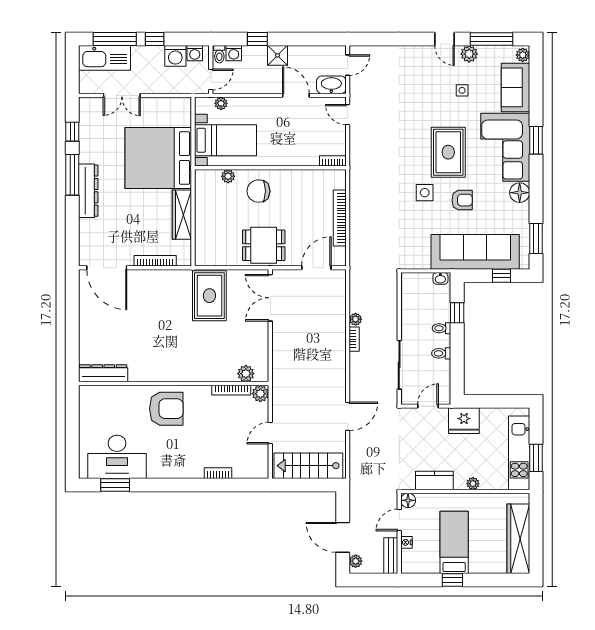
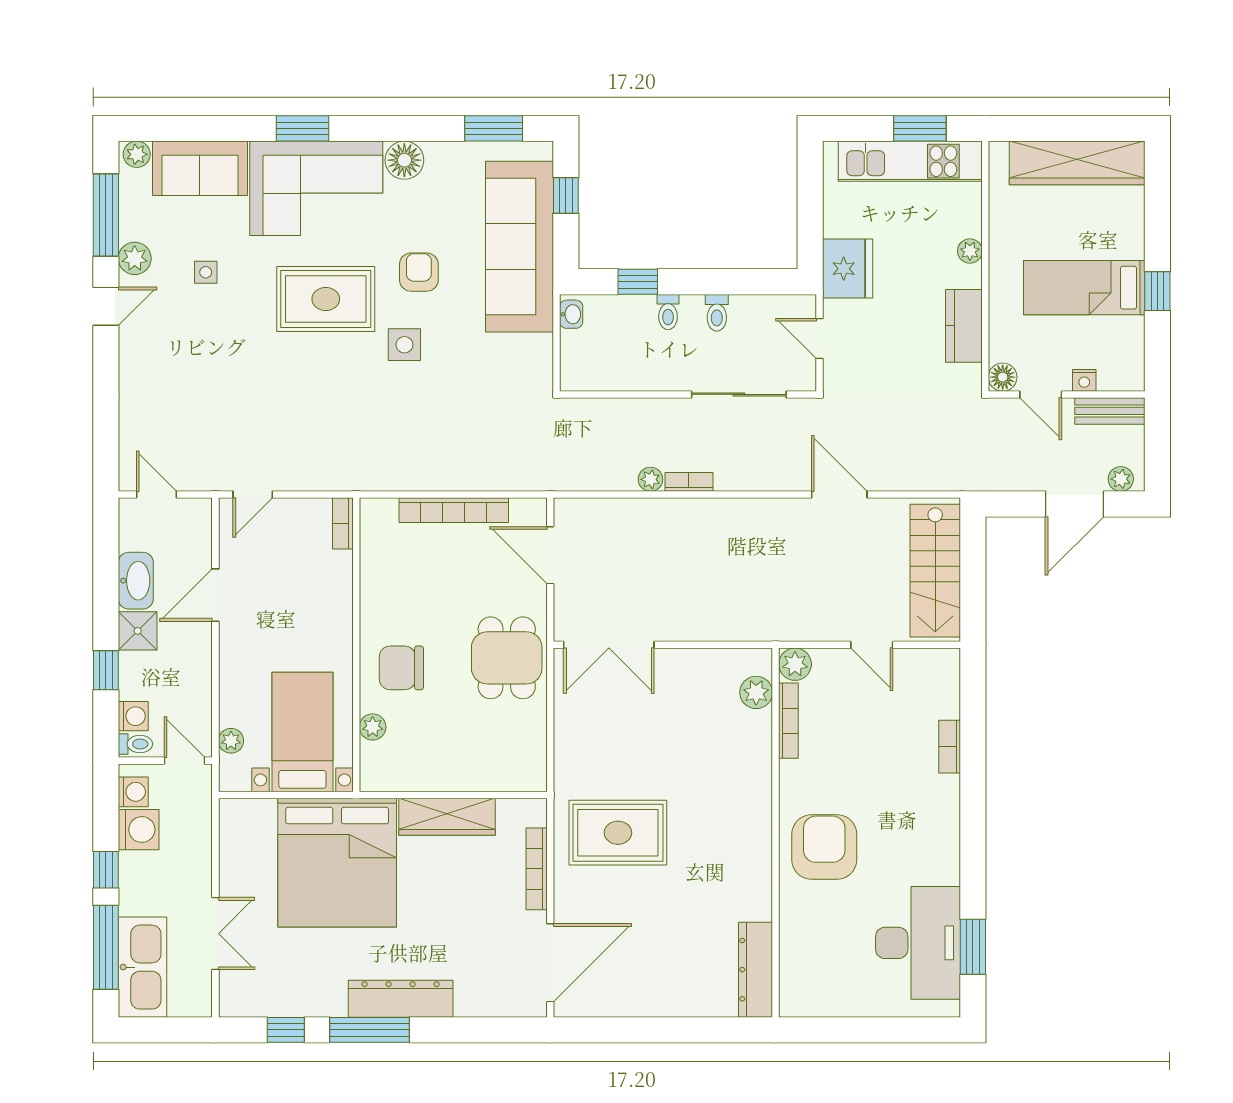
washbasin: (331, 85) -> (136, 581), moved, turned 180
chair: (258, 191) -> (401, 668), turned 90
rug: (209, 296) -> (618, 833), moved

